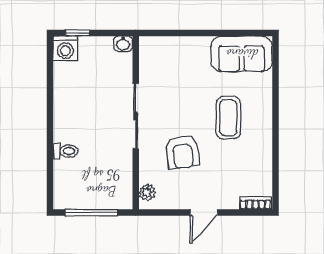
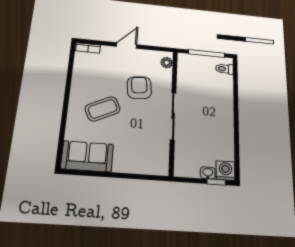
washbasin: (123, 44) -> (208, 173), moved
coffee table: (228, 118) -> (103, 109), turned 65
toilet: (66, 151) -> (225, 69), moved

